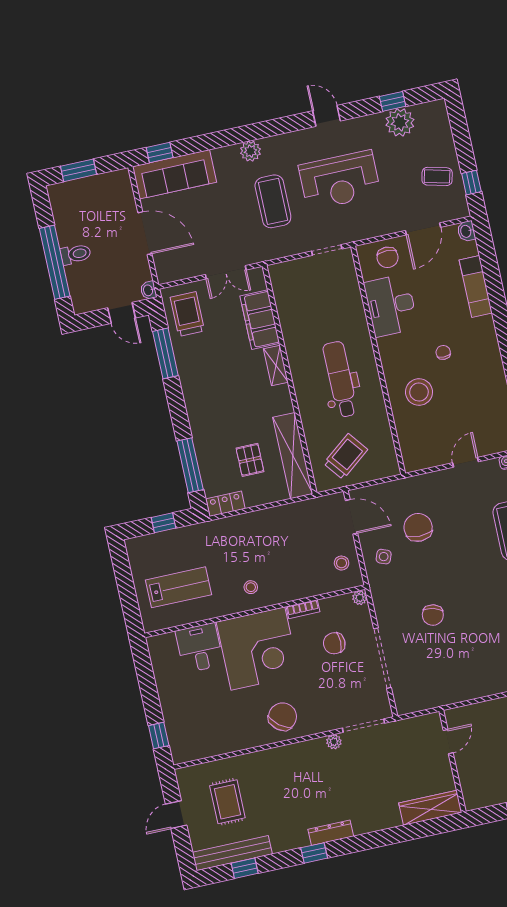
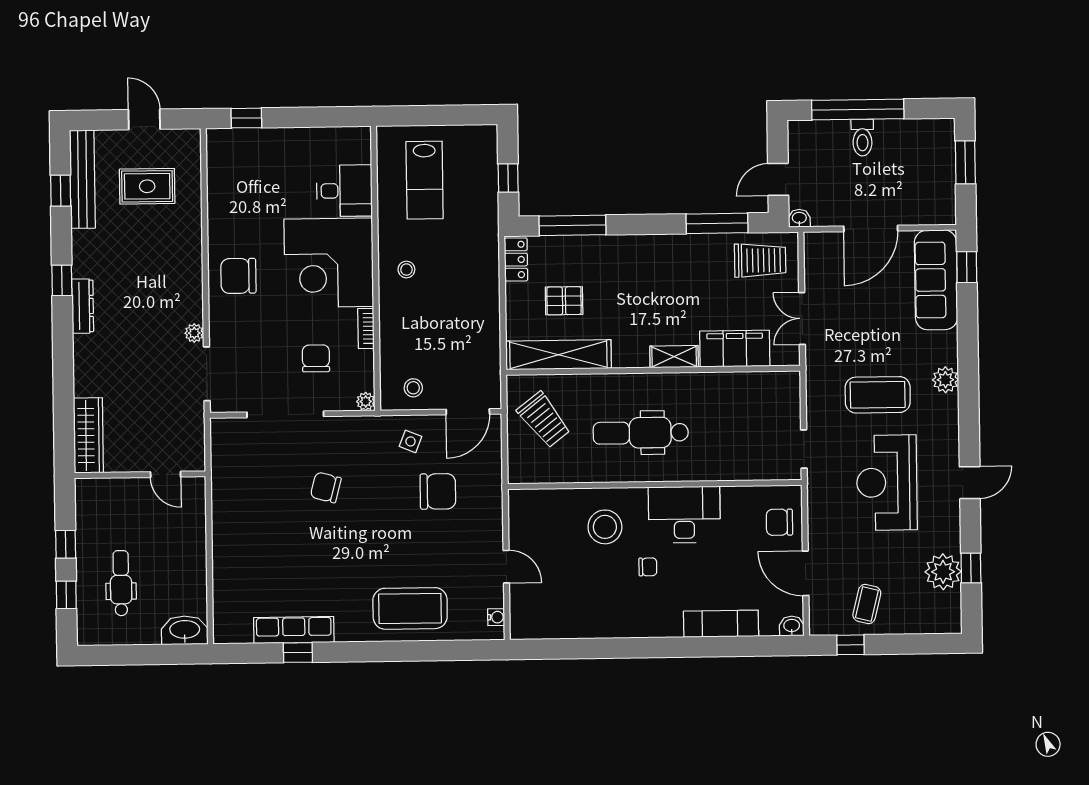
desk: (391, 305) -> (684, 515), moved
dental chair: (340, 379) -> (641, 433), turned 180
chair: (283, 717) -> (238, 276), turned 141

